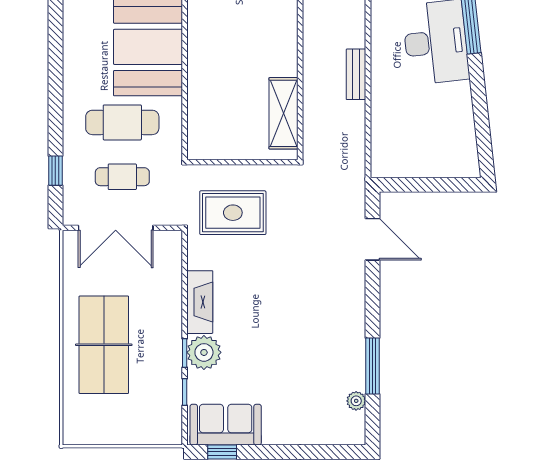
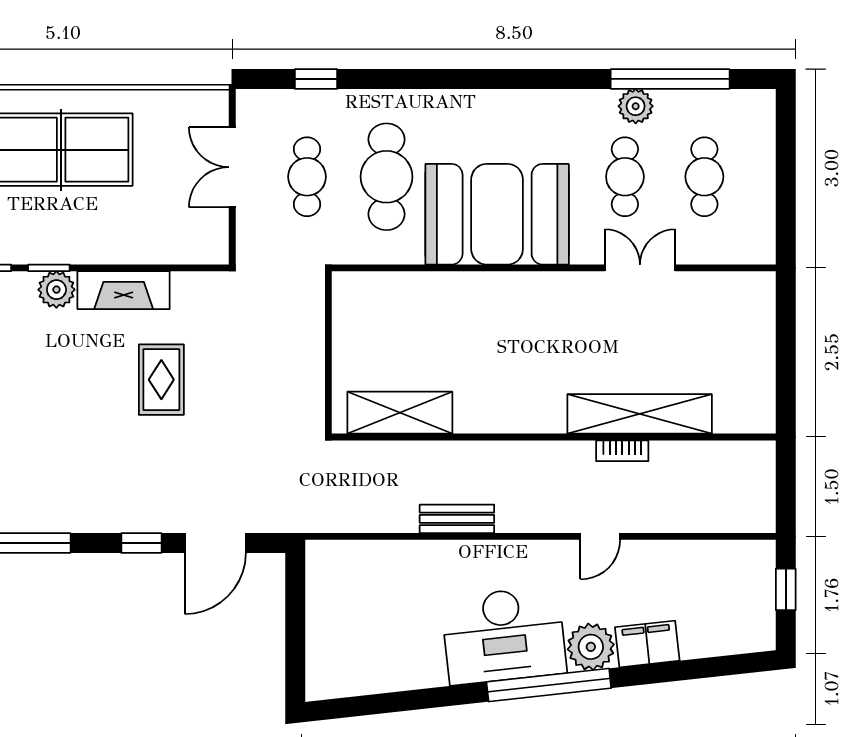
rug: (233, 213) -> (161, 380), moved, width x0.73, depth x0.70
double door: (116, 228) -> (232, 167), width x0.73
window: (373, 290) -> (141, 543), added
plant: (204, 352) -> (56, 290), width x0.73, depth x0.73

